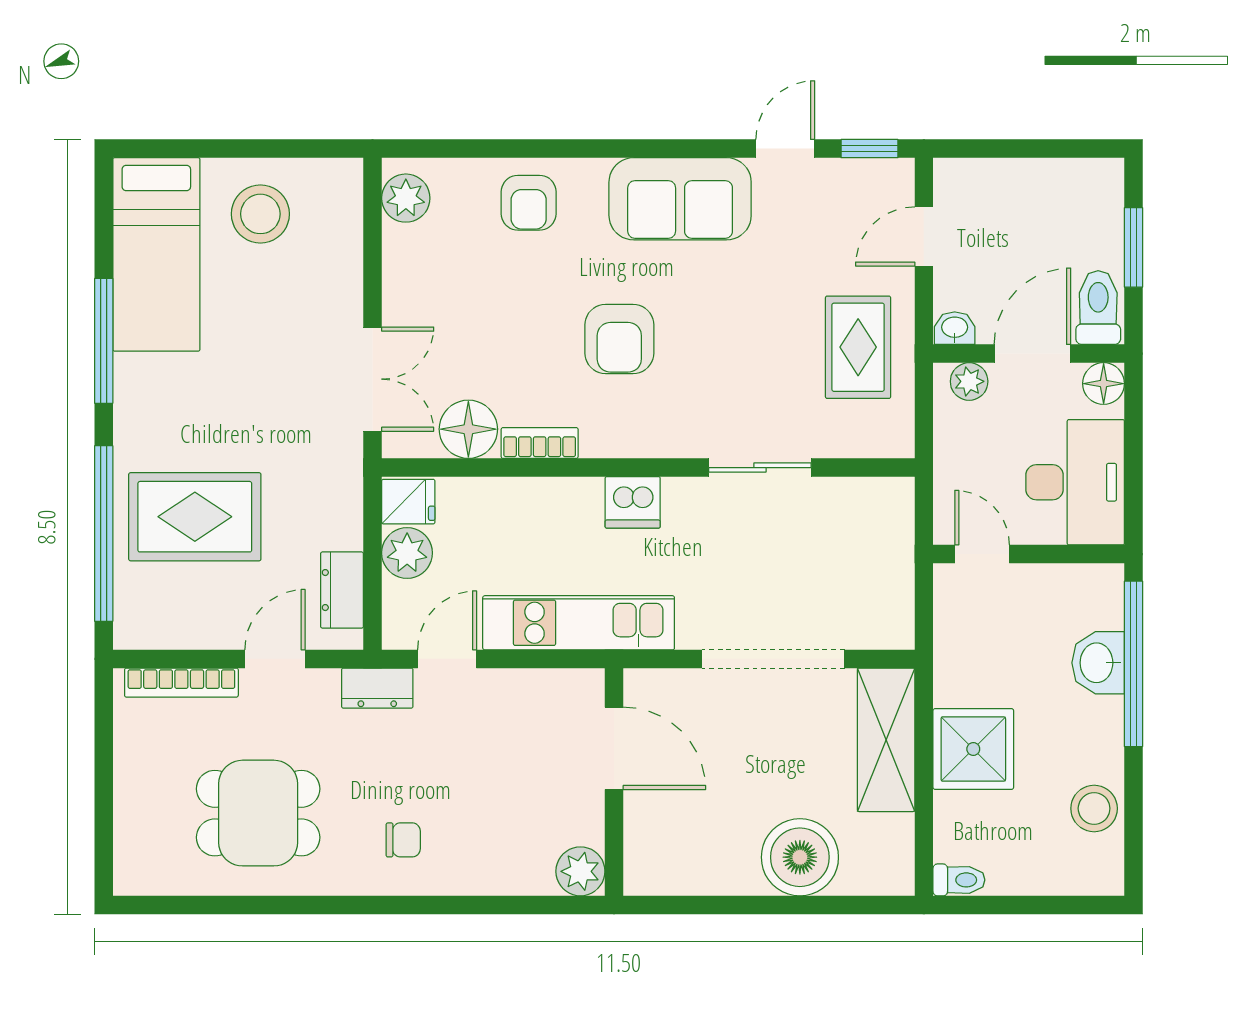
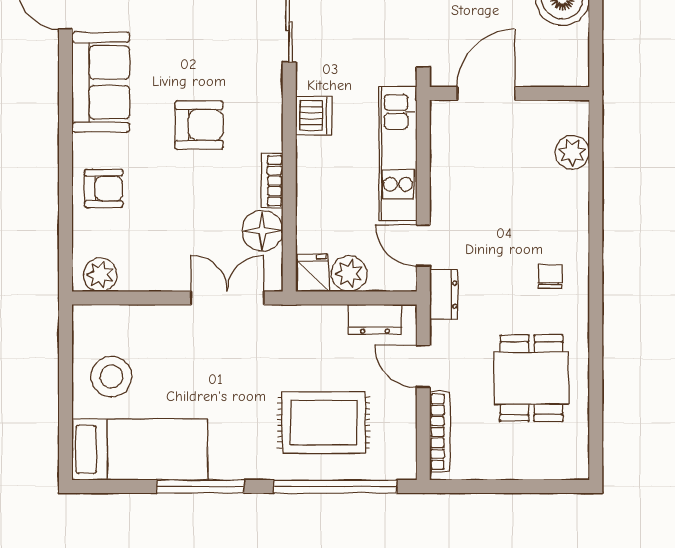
rug: (195, 517) -> (324, 423), turned 90
door: (614, 748) -> (486, 93), moved
wall: (614, 782) -> (510, 93), moved

